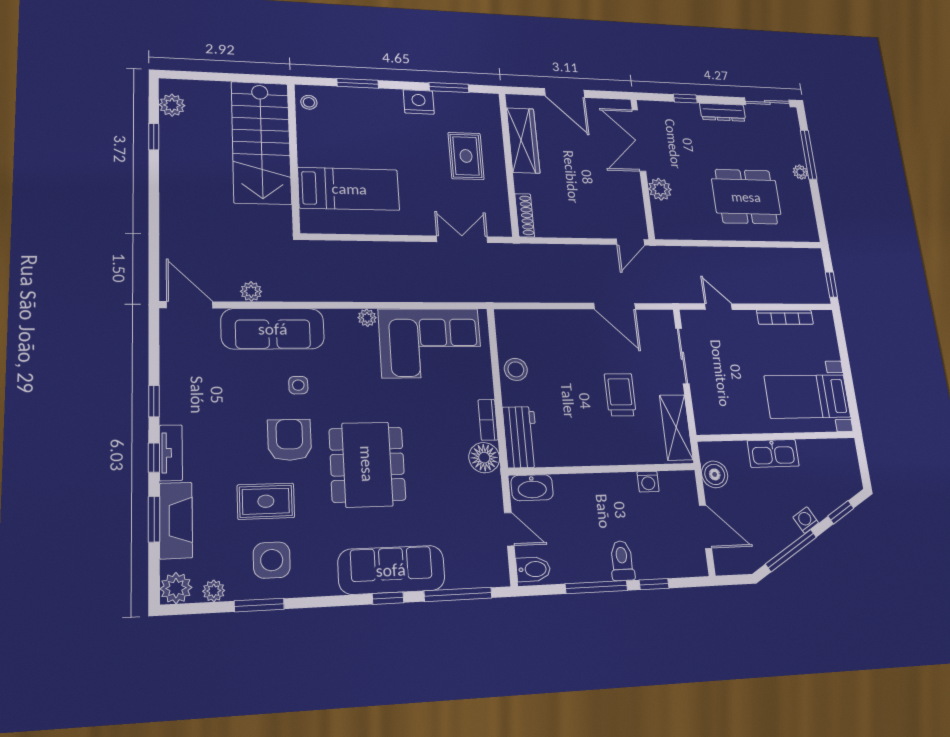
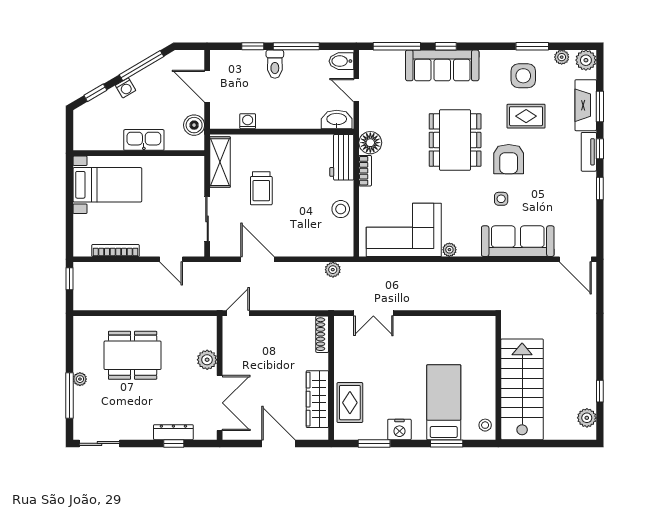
dresser: (723, 112) -> (173, 432), moved
rug: (466, 156) -> (350, 403), moved
bed: (349, 189) -> (444, 402), moved, turned 90
plant: (251, 291) -> (333, 270), moved

